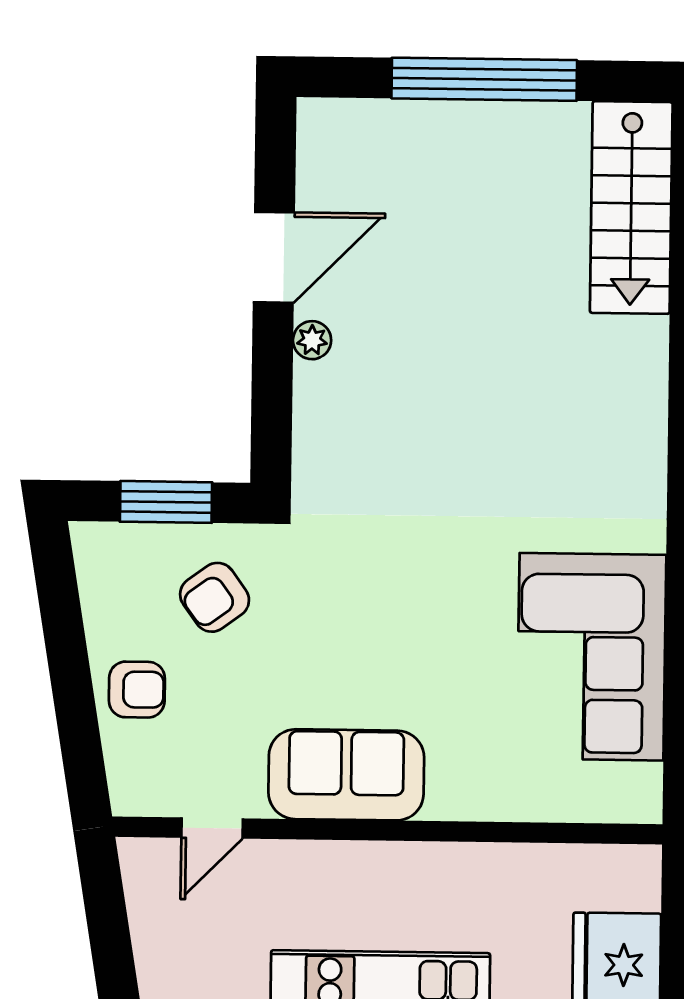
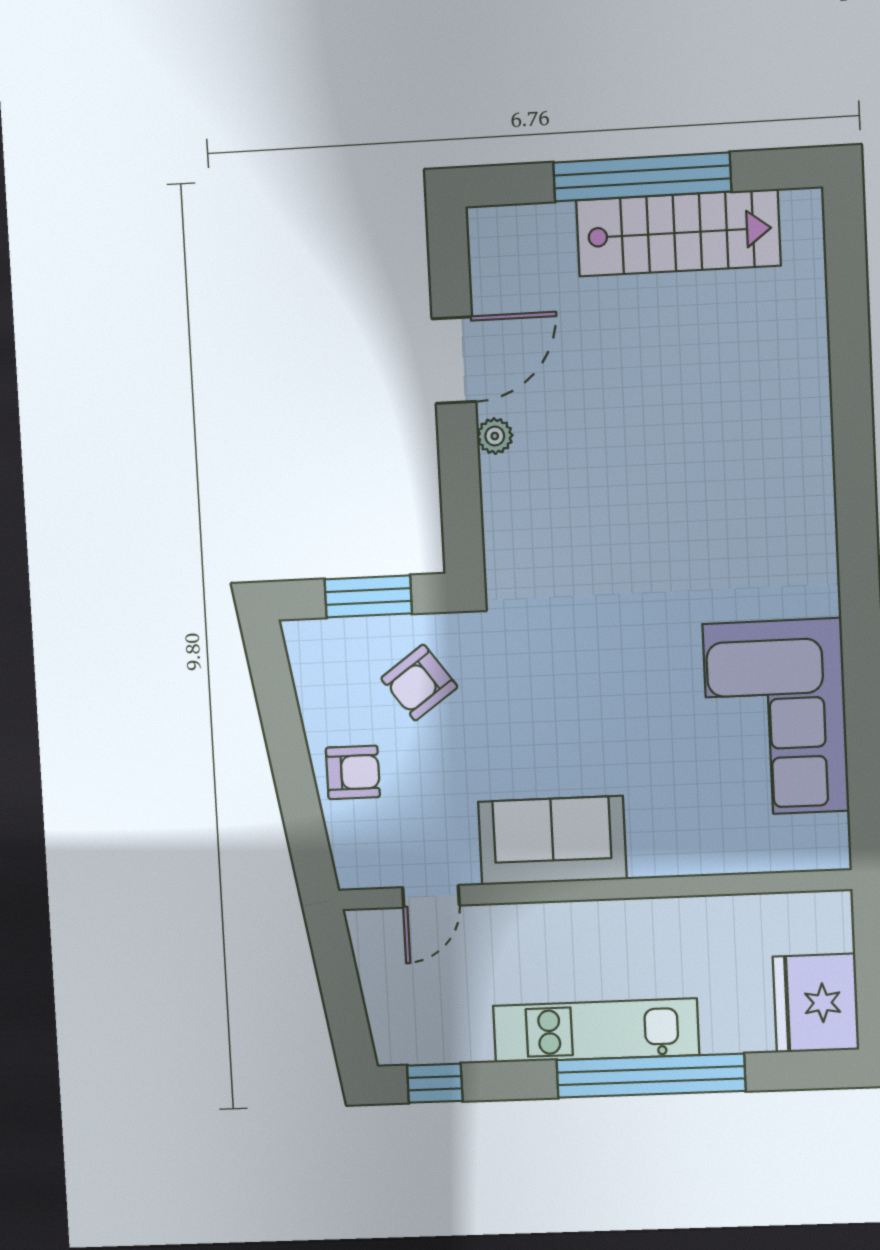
stairs: (631, 208) -> (678, 233), moved, turned -90

